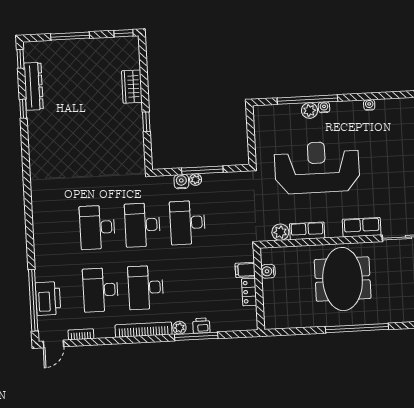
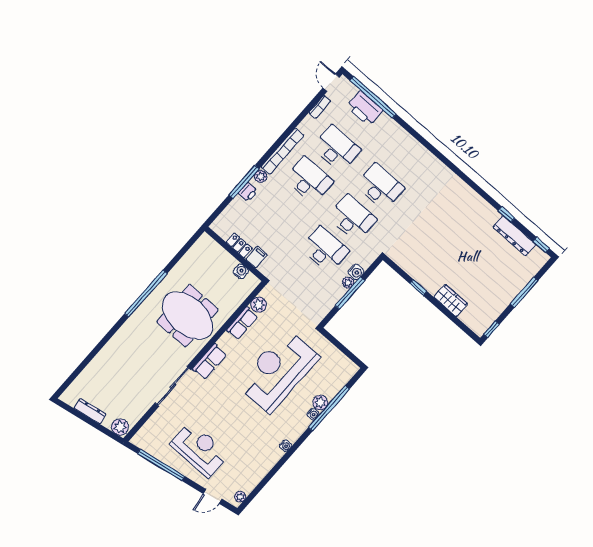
reception desk: (317, 167) -> (278, 371), turned 180

